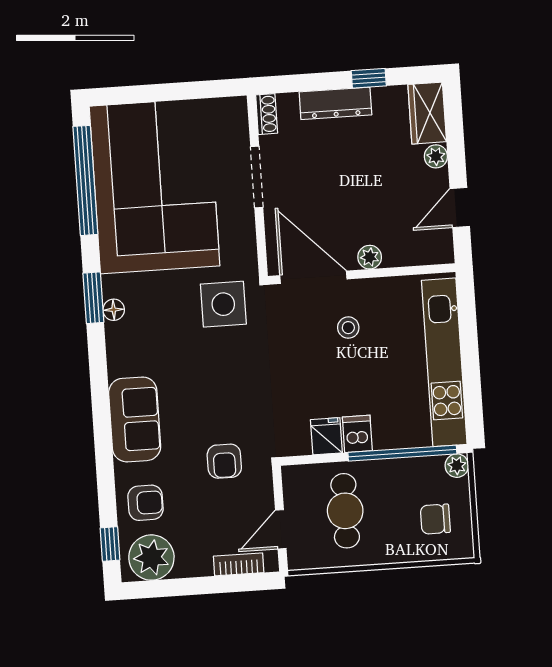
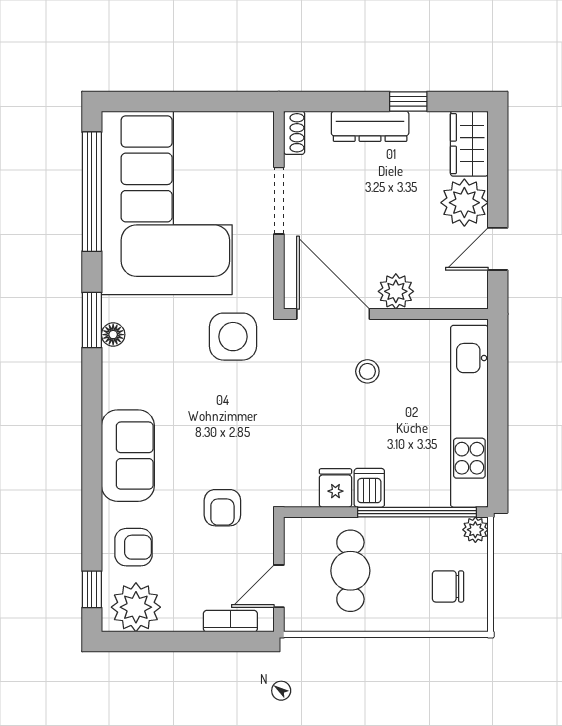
plant: (436, 156) -> (464, 203), width x1.87, depth x1.87
plant: (370, 257) -> (396, 291), width x1.38, depth x1.38

